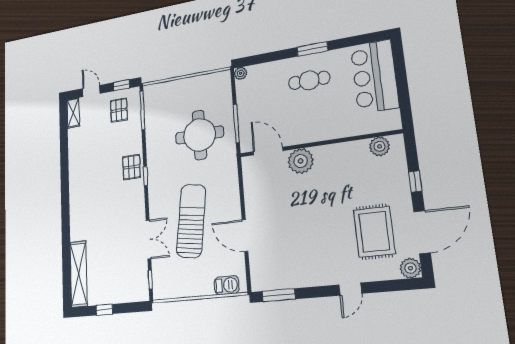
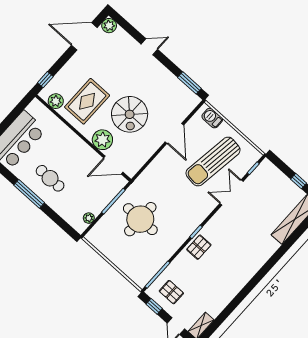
window: (312, 49) -> (29, 194), width x1.44
plant: (241, 73) -> (89, 218), moved
pallet: (119, 110) -> (171, 292), turned 90
door: (268, 151) -> (113, 165), hinge flipped
window: (415, 181) -> (45, 80), moved
spiral stairs: (301, 209) -> (130, 114), added
sun lounger: (191, 221) -> (213, 162), moved
rug: (374, 232) -> (87, 101), moved

